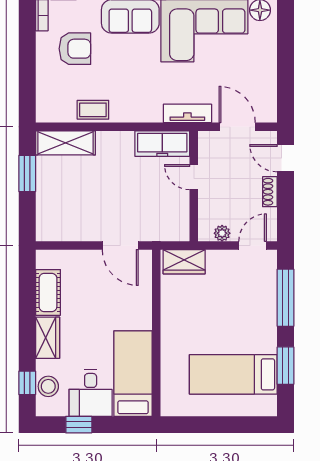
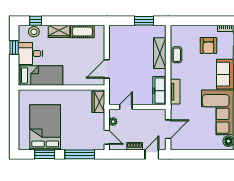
tv unit: (187, 113) -> (175, 92), moved
shelving: (65, 143) -> (160, 53), moved
door: (194, 177) -> (126, 107), moved
bed: (233, 374) -> (45, 127), width x1.50

